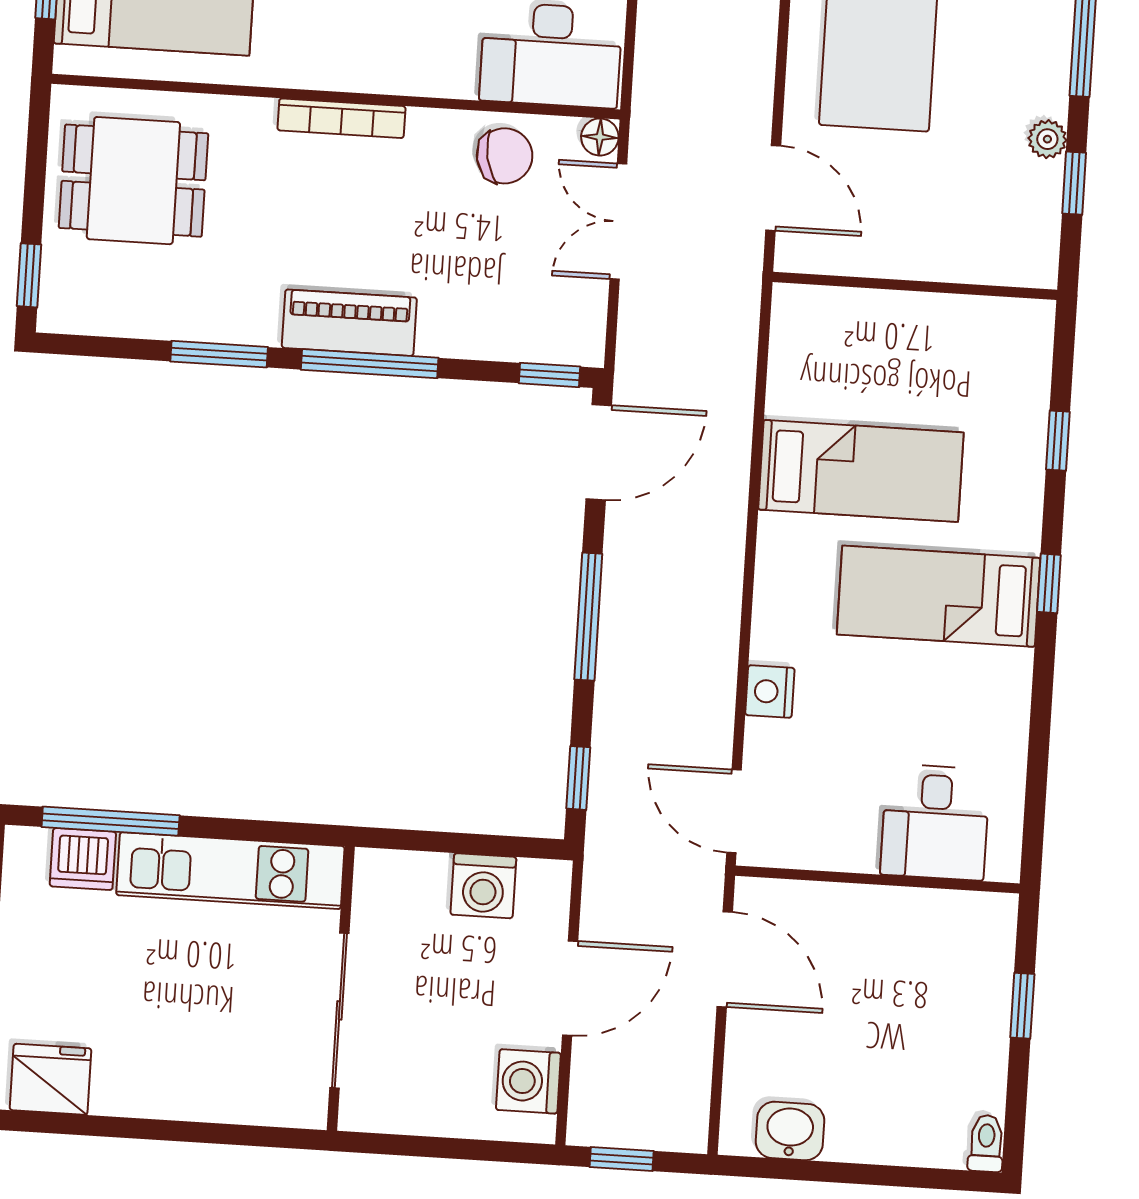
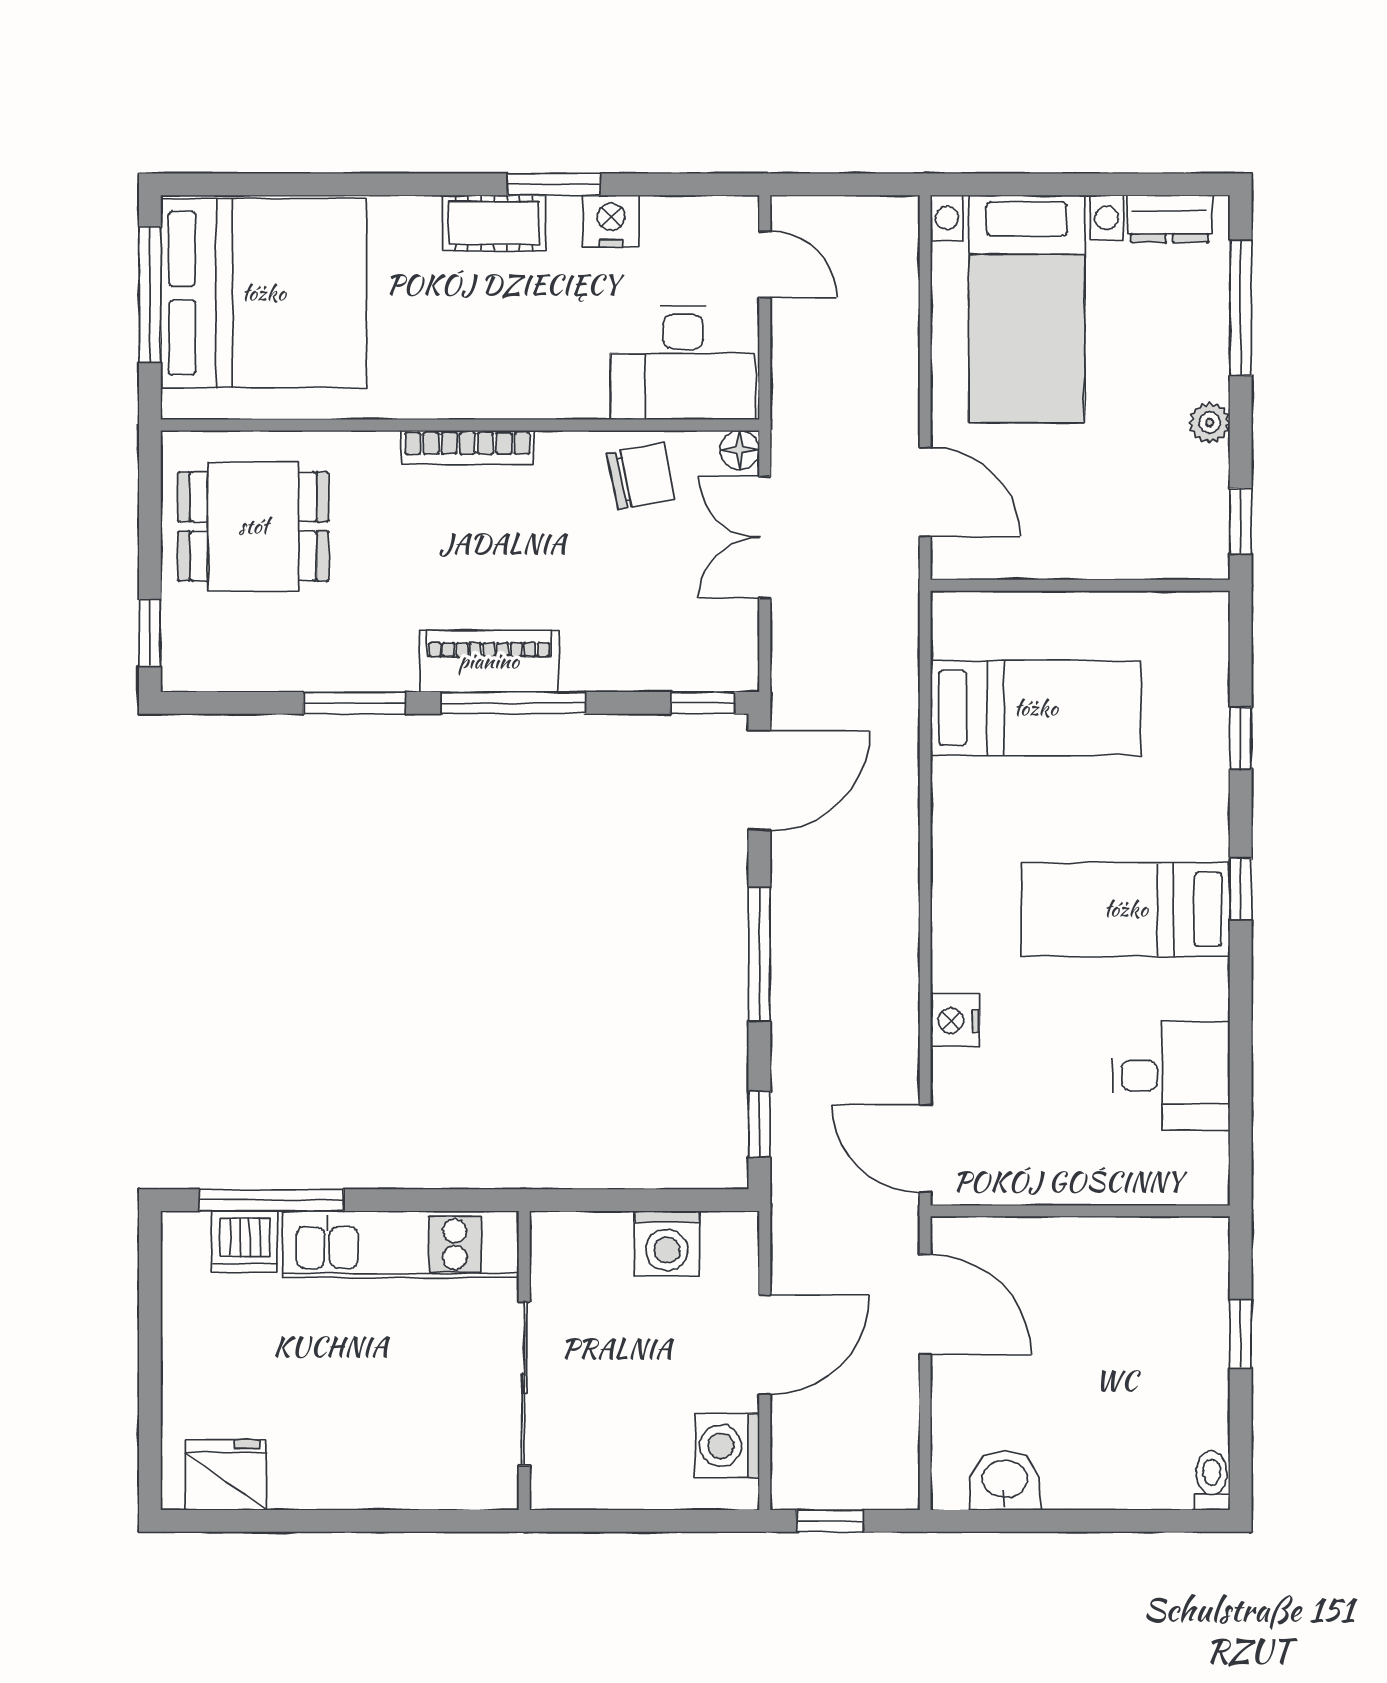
window: (1074, 183) -> (1241, 521), moved
bed: (861, 471) -> (1036, 708), moved
desk: (935, 822) -> (1171, 1076), moved, turned -90

